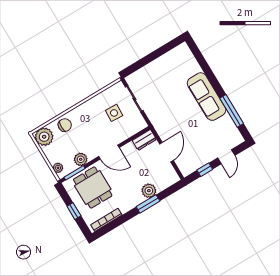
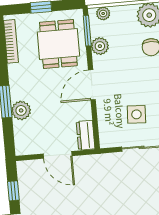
dining table: (93, 188) -> (58, 44), turned 90

